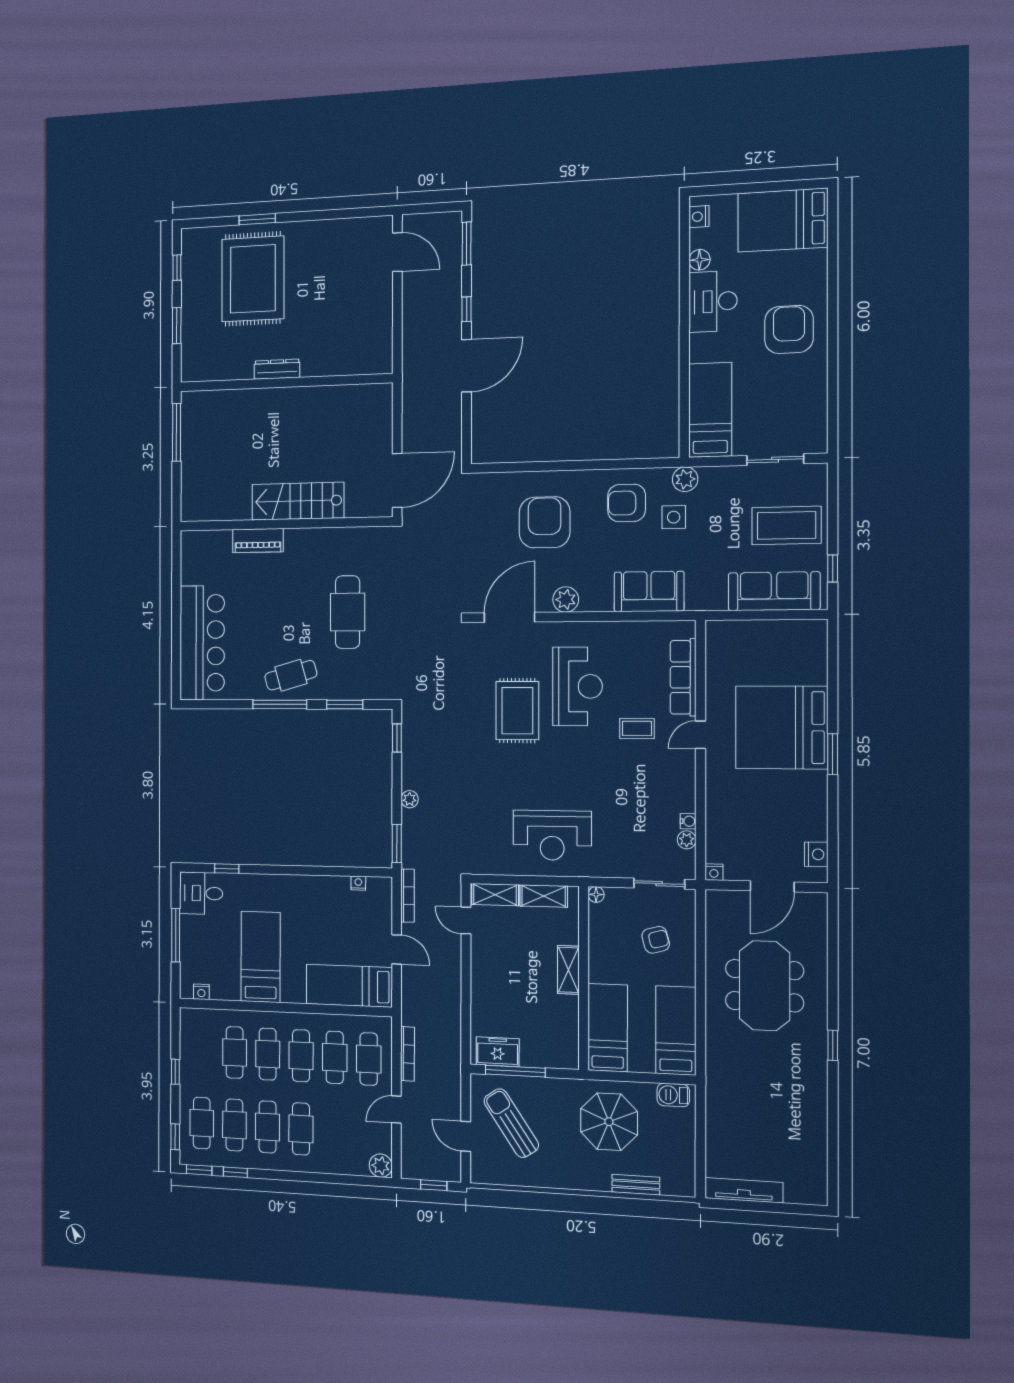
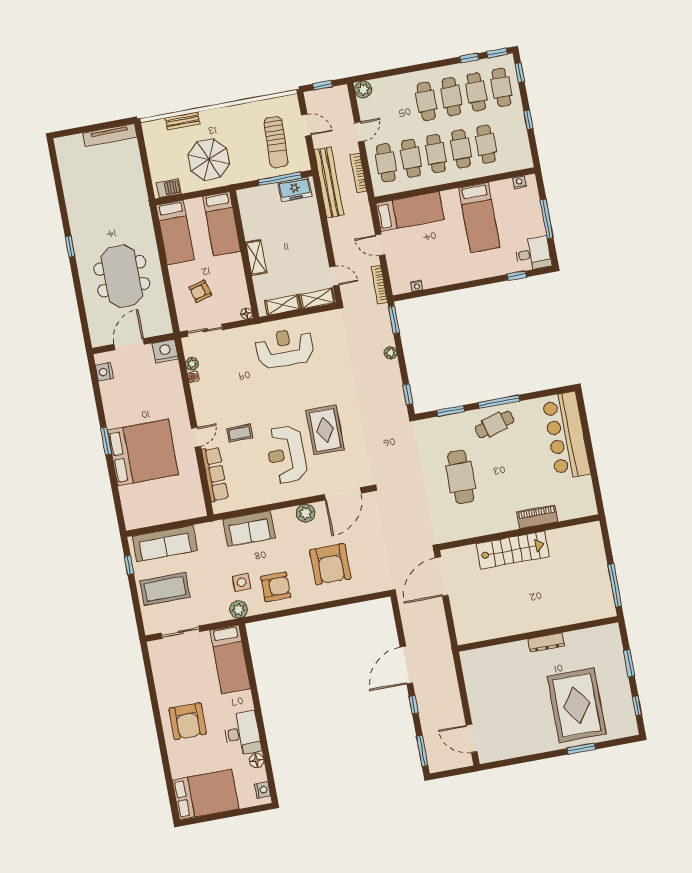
nightstand: (714, 872) -> (165, 351), width x1.89, depth x1.79
bench: (450, 1051) -> (329, 182), added
sun lounger: (511, 1123) -> (276, 142), turned 36

